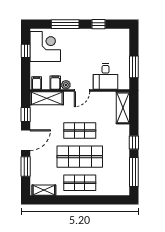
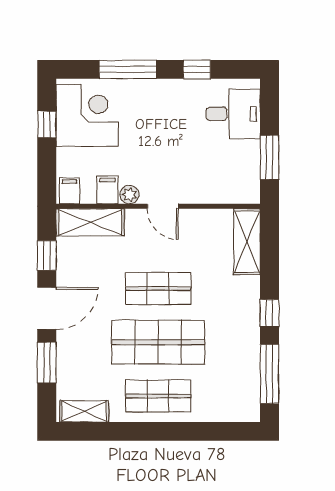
desk: (106, 76) -> (233, 114), moved, turned -90
door: (82, 91) -> (163, 206), hinge flipped

